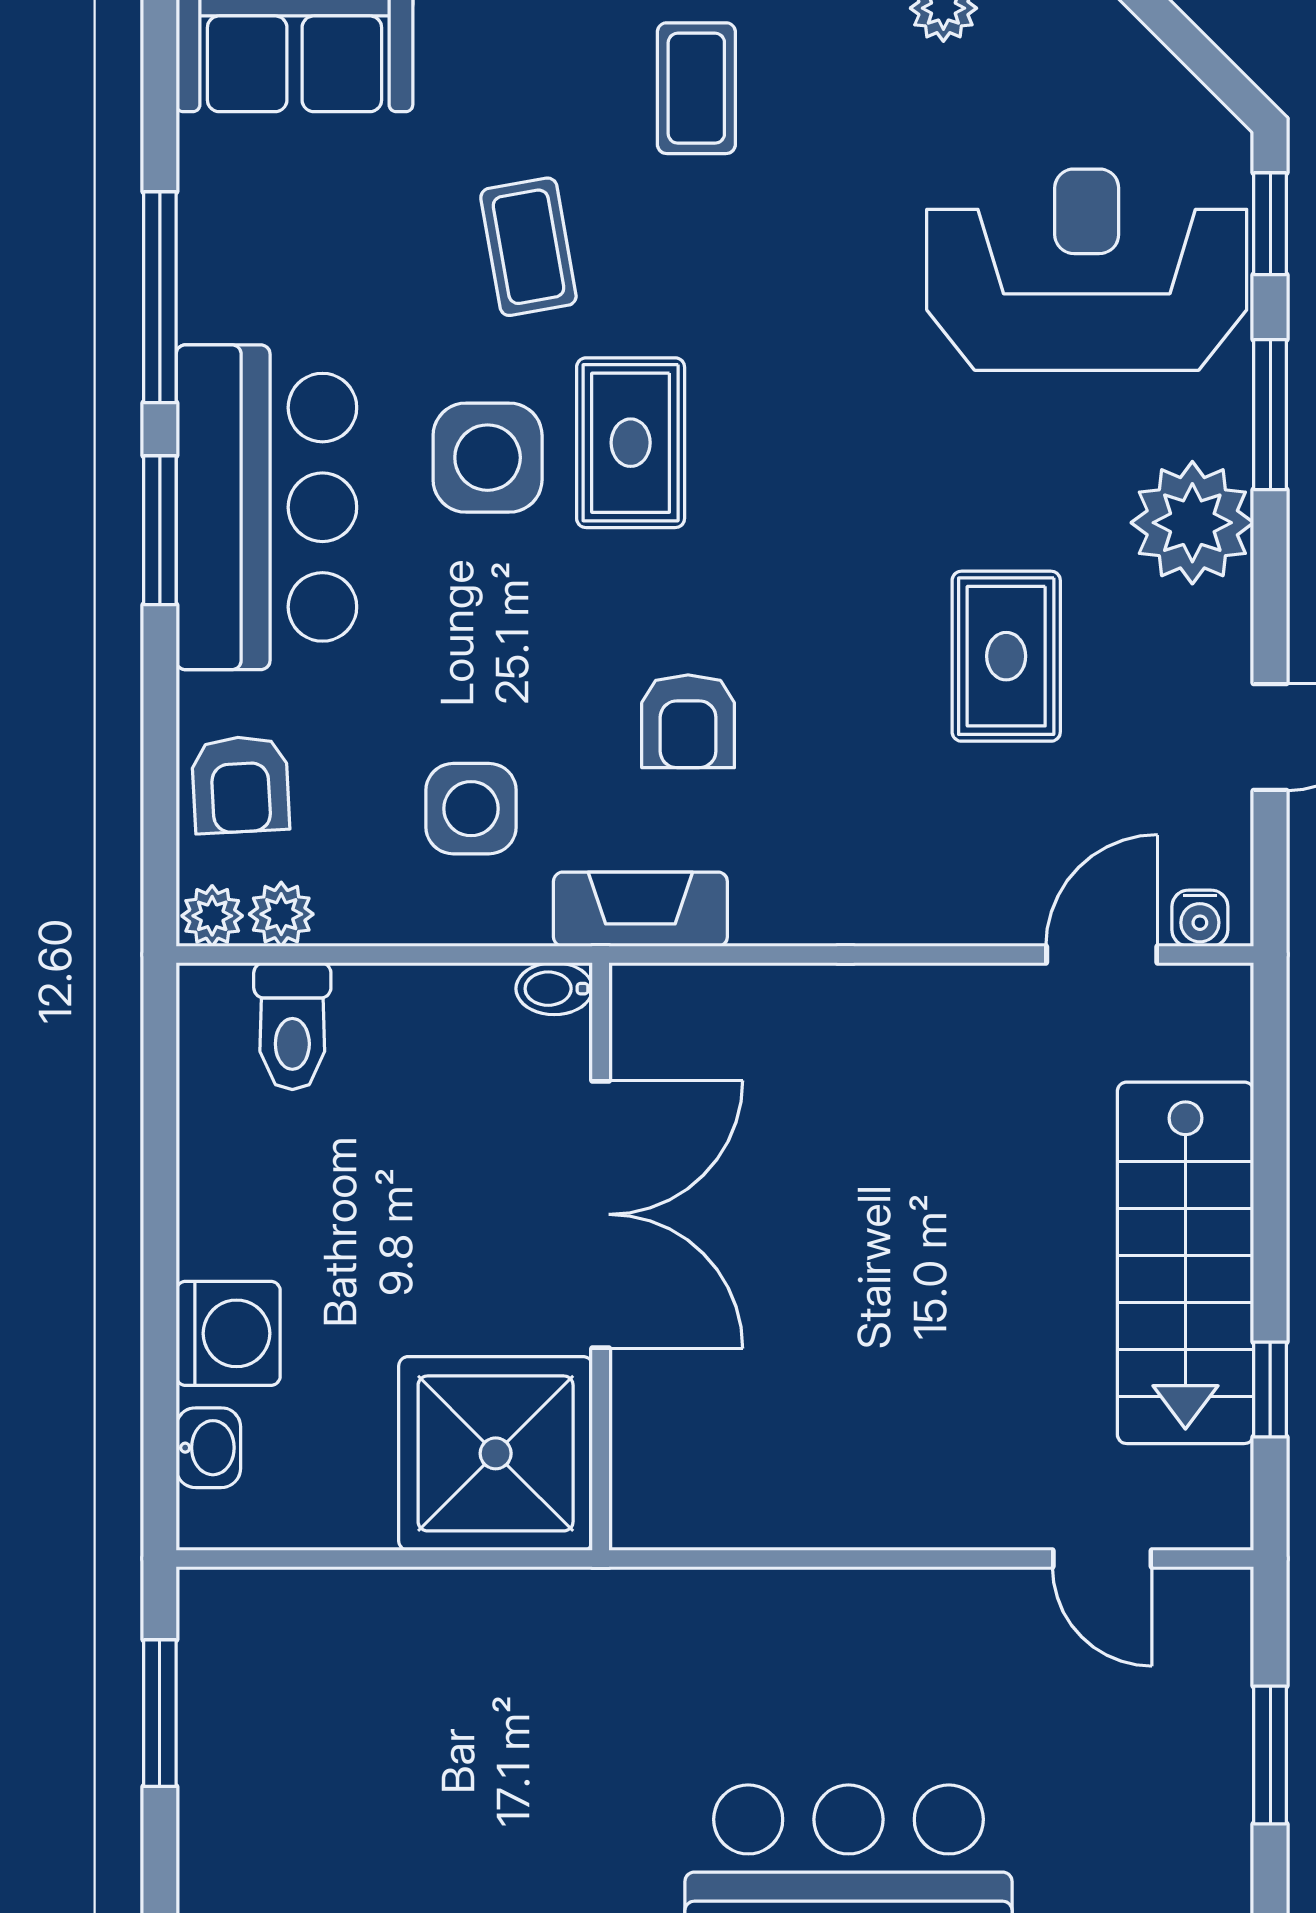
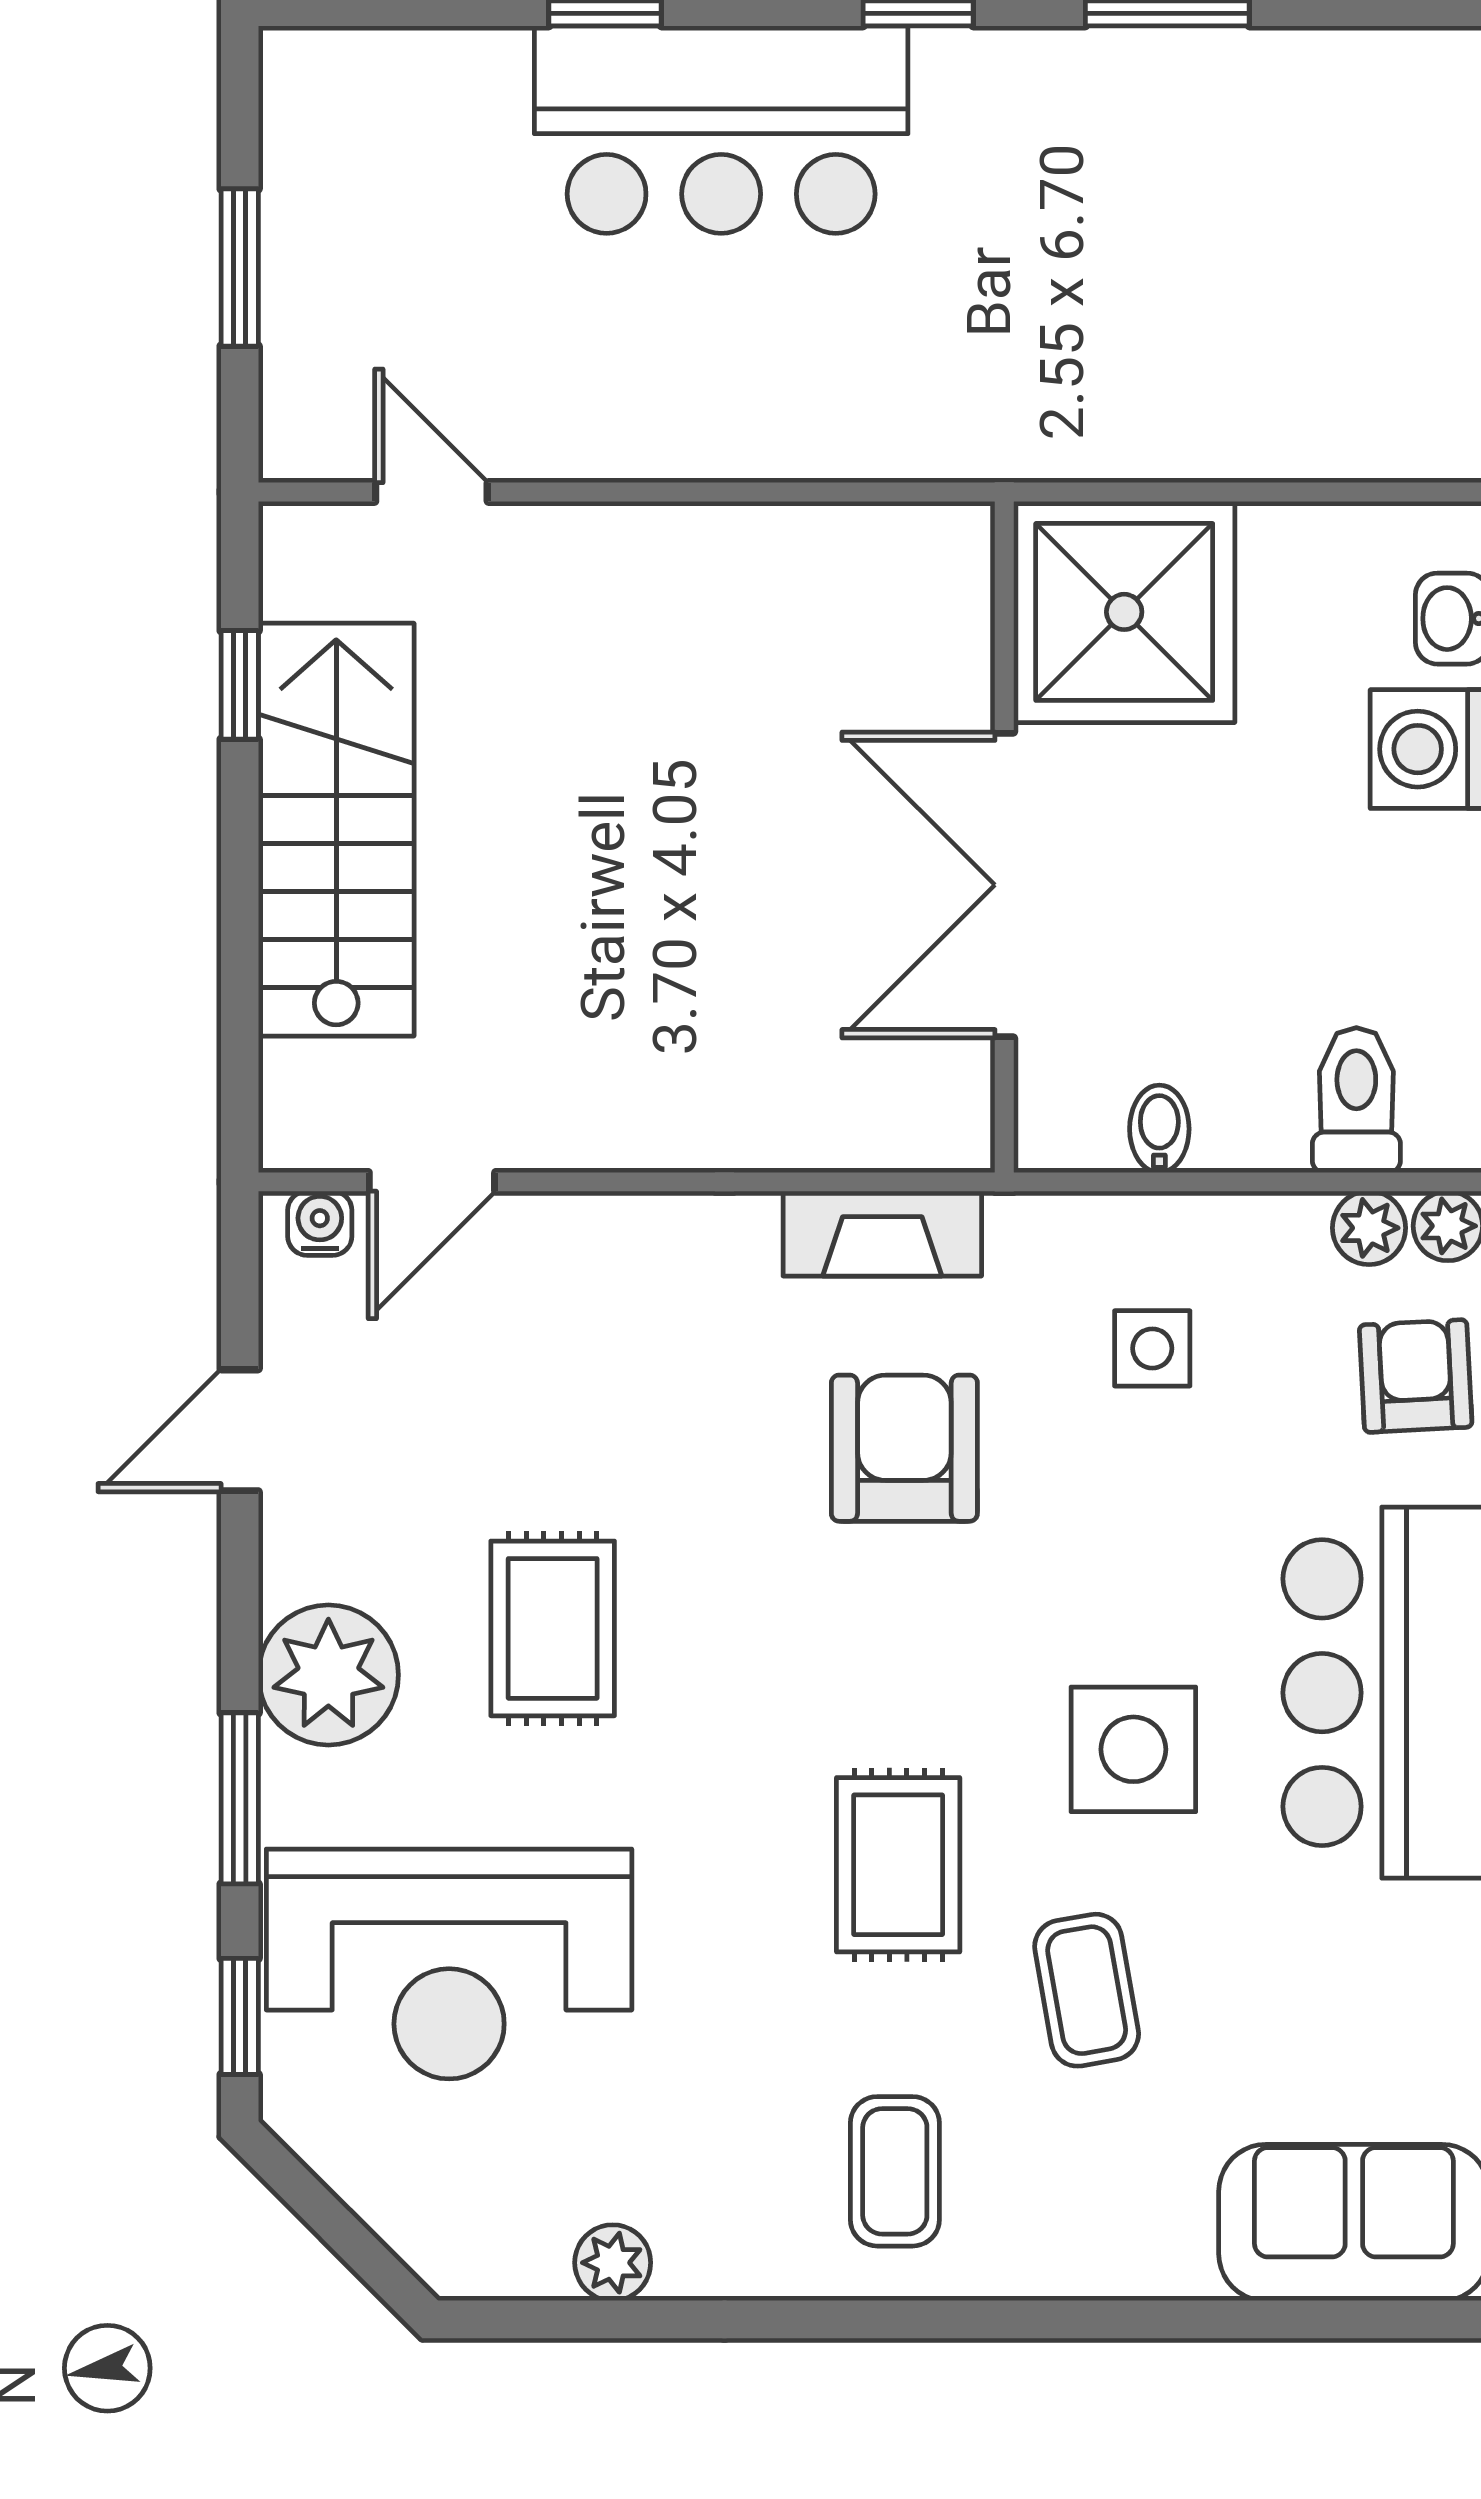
rug: (631, 443) -> (898, 1865), moved
rug: (1006, 656) -> (553, 1628), moved
armchair: (688, 721) -> (904, 1448), width x1.38, depth x1.38
side table: (471, 809) -> (1152, 1348), width x0.73, depth x0.73
fireplace: (640, 909) -> (882, 1234), moved
bidet: (554, 989) -> (1159, 1129), moved, turned -90

